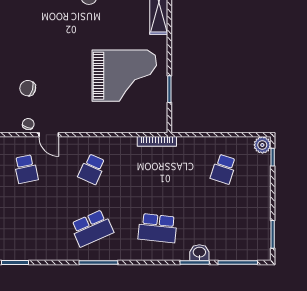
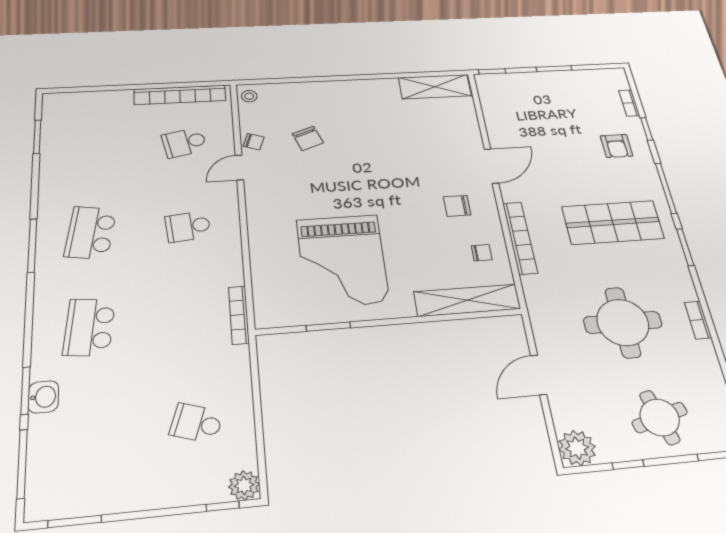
chair: (28, 88) -> (308, 138), turned 143
school desk: (92, 169) -> (188, 227), turned -30
school desk: (92, 228) -> (91, 233), turned 33

